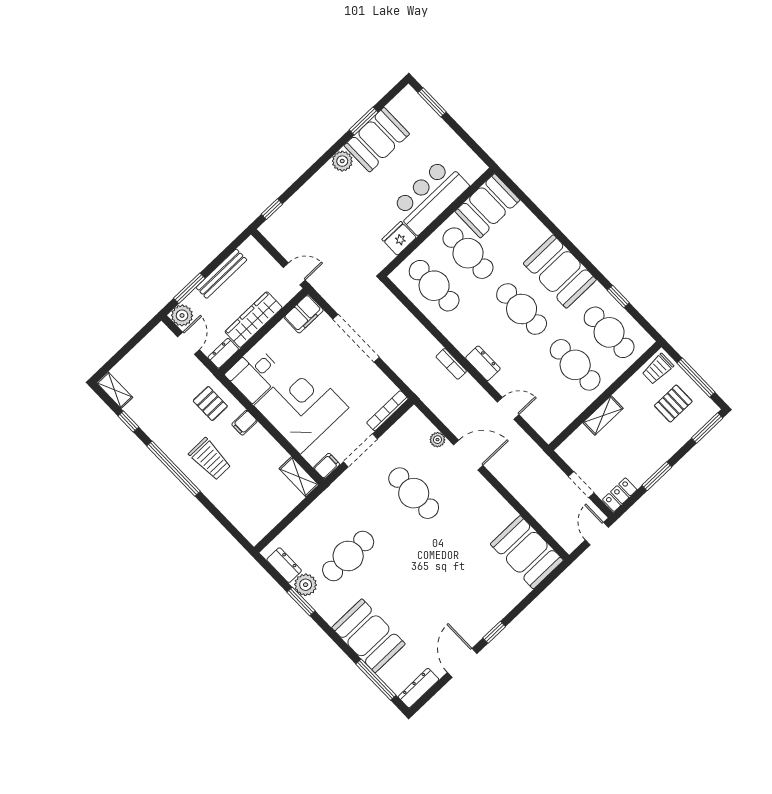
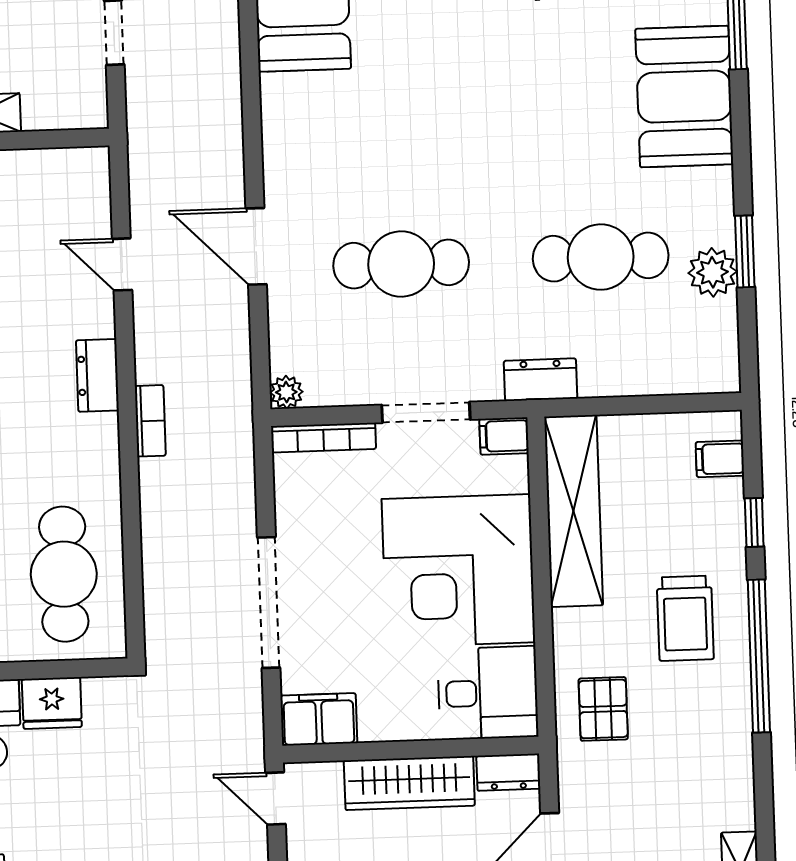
window: (128, 422) -> (754, 522), moved
filing cabinet: (244, 423) -> (720, 459), moved, turned 180
plant: (437, 440) -> (286, 392), moved
trolley: (210, 459) -> (685, 618), turned 180
shelving: (299, 477) -> (574, 511), width x2.20, depth x1.33
cafe table: (414, 493) -> (401, 264), turned 90
dresser: (284, 565) -> (541, 380), moved, turned 90

